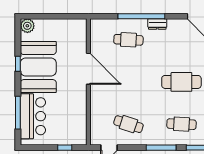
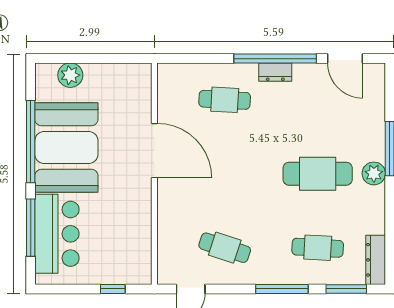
window: (141, 16) -> (275, 59), moved
plant: (27, 26) -> (70, 75), moved
window: (18, 64) -> (31, 142), width x3.17

